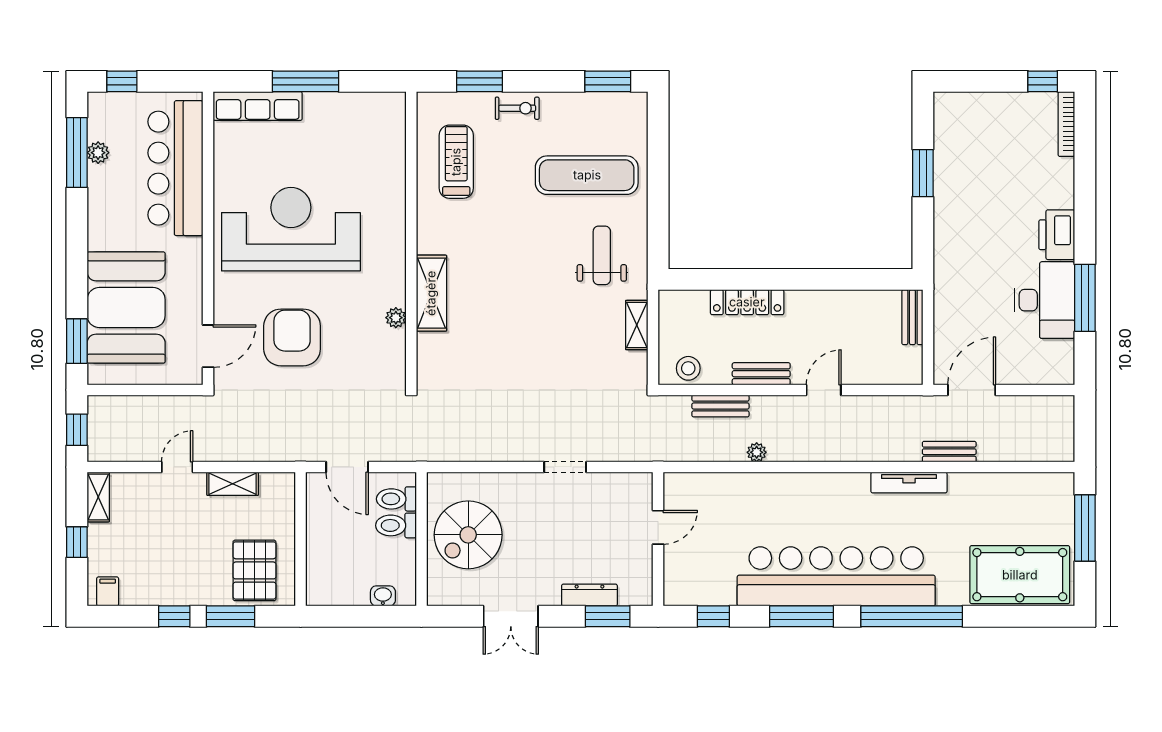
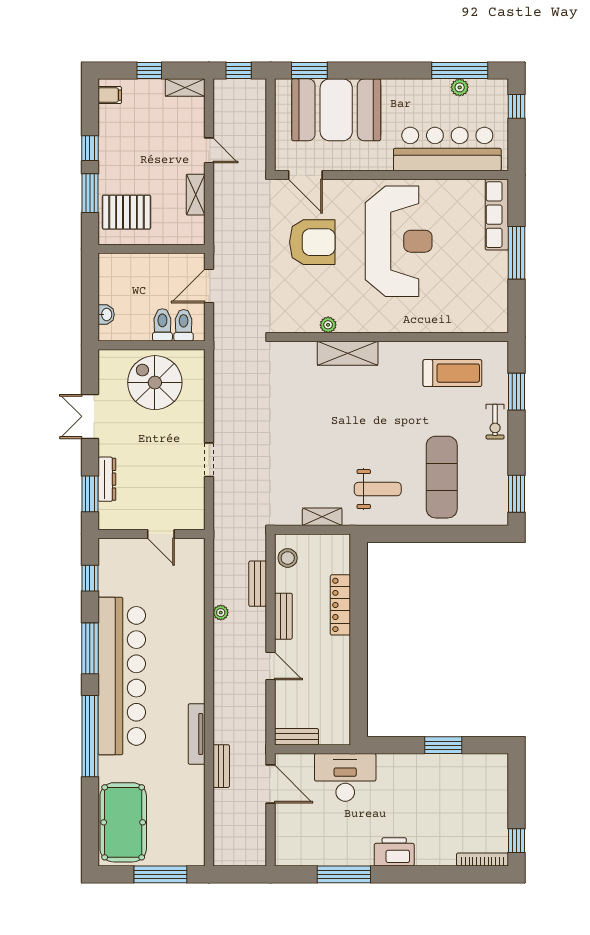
desk: (1045, 300) -> (345, 777), moved, turned 180
bench: (912, 317) -> (296, 737), moved

